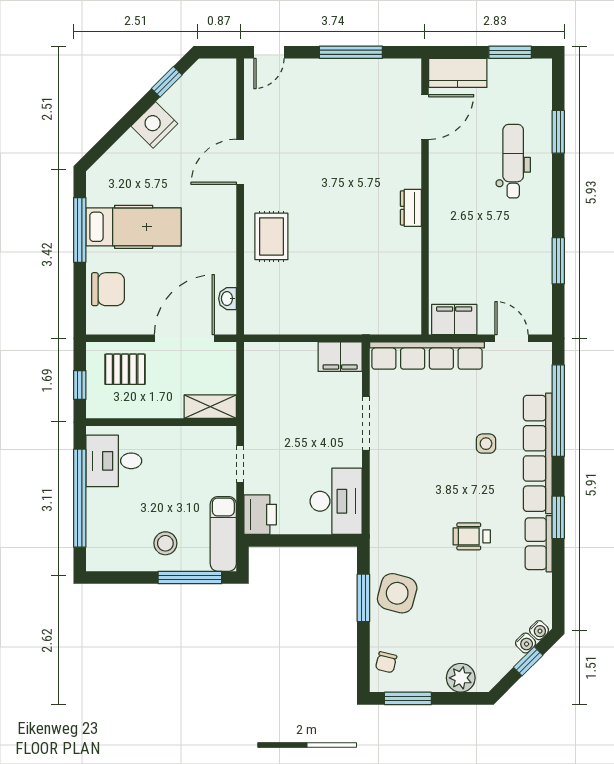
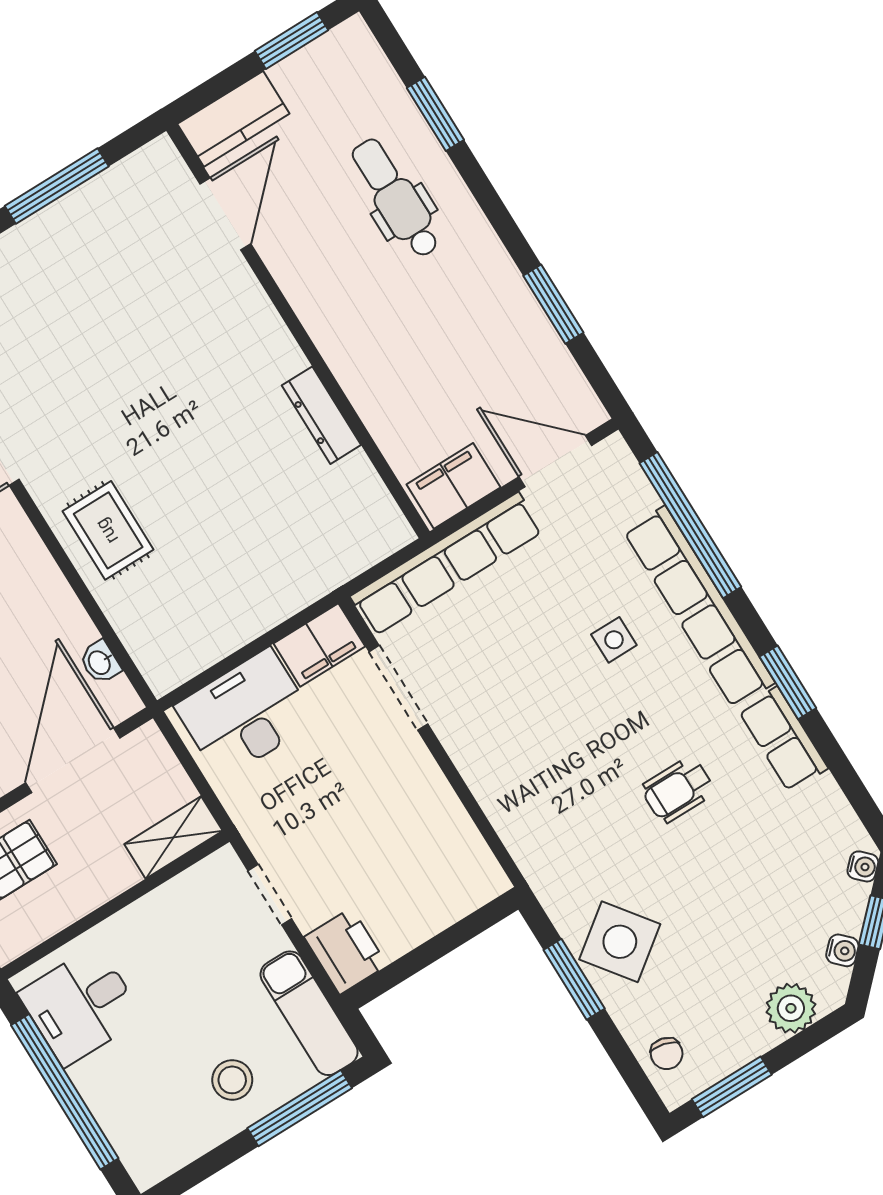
dresser: (411, 208) -> (321, 415), moved, width x1.44
door: (512, 338) -> (555, 461), width x1.38
doorway: (366, 423) -> (398, 688), moved
desk: (336, 501) -> (245, 714), moved, turned -90
side table: (397, 593) -> (620, 942), turned 38
water cooler: (526, 643) -> (842, 950), moved

